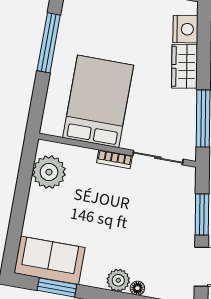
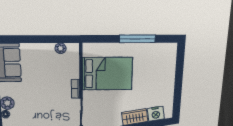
plant: (49, 172) -> (60, 48), width x0.53, depth x0.53

